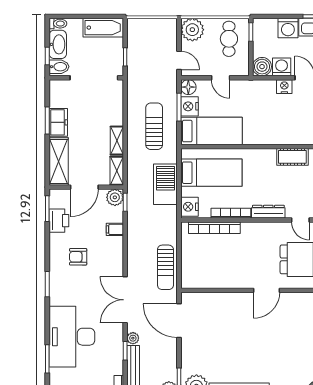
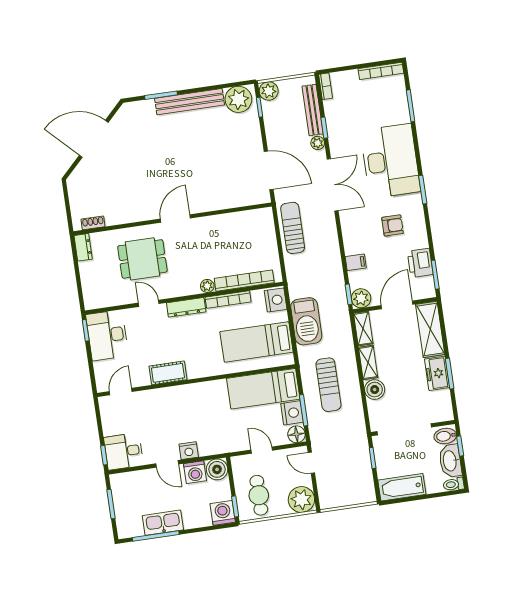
washing machine: (288, 28) -> (223, 513), moved
boiler: (115, 116) -> (375, 390), added
plant: (247, 228) -> (207, 286), added
desk: (72, 337) -> (390, 161), moved

